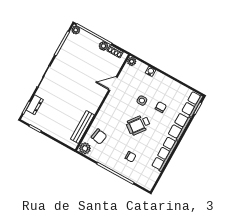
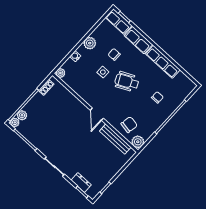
plant: (103, 46) -> (22, 115), moved
plant: (166, 82) -> (90, 43), added
door: (113, 84) -> (97, 114), moved
wheelchair: (138, 125) -> (127, 82), turned 117

